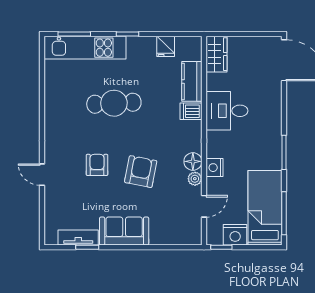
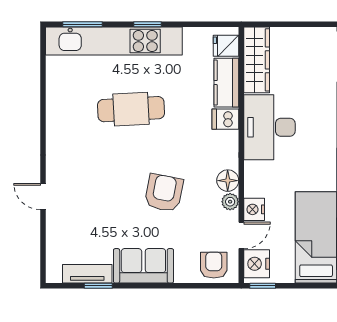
fridge: (166, 46) -> (226, 46), moved, turned 90
kitchen unit: (85, 48) -> (114, 41), width x1.36
wardrobe: (216, 54) -> (257, 60), width x1.50
desk: (227, 111) -> (269, 127), width x1.37
armchair: (97, 165) -> (214, 265), moved
nightstand: (214, 168) -> (254, 209), moved
nightstand: (235, 235) -> (257, 264), moved, turned 90

